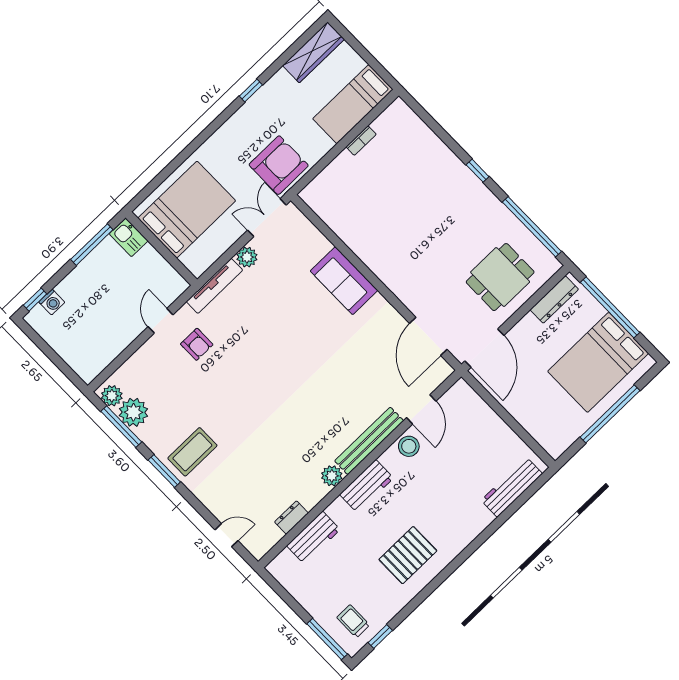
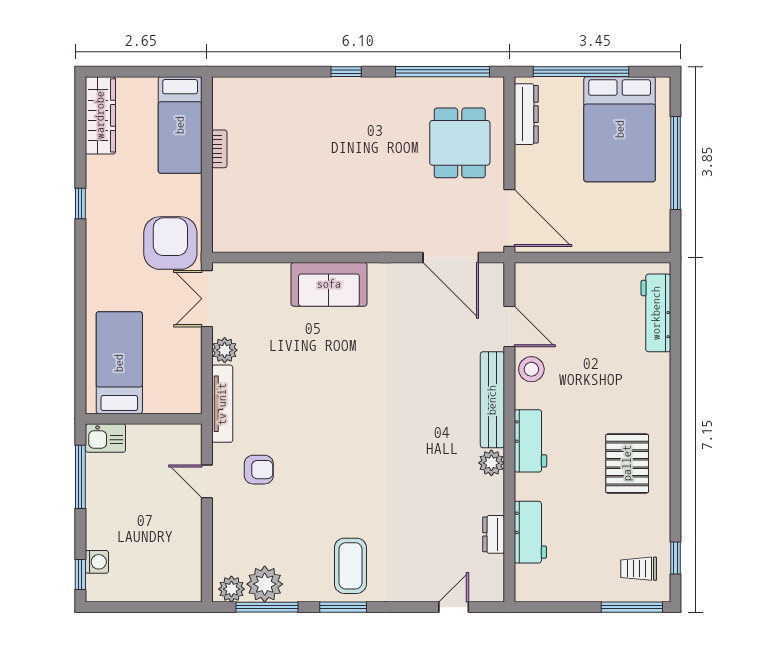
bed: (187, 210) -> (119, 363), width x0.67

